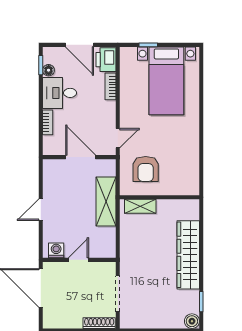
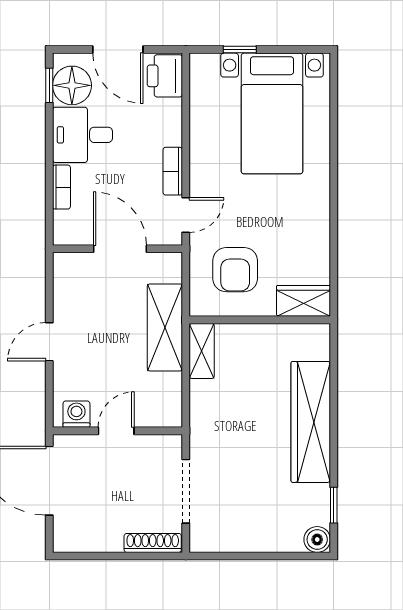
floor lamp: (49, 70) -> (72, 85), width x1.89, depth x1.89
bookcase: (110, 86) -> (173, 171), moved
wardrobe: (184, 187) -> (303, 301), added
shelving: (140, 206) -> (202, 351), moved, turned 90

